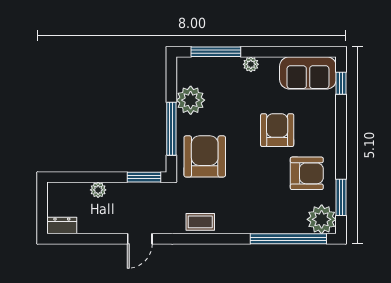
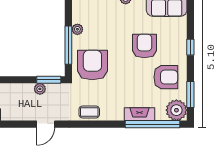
window: (341, 83) -> (190, 47), moved
plant: (191, 100) -> (77, 29), width x0.53, depth x0.53
plant: (98, 190) -> (40, 89), moved
fireplace: (270, 225) -> (139, 114), added

